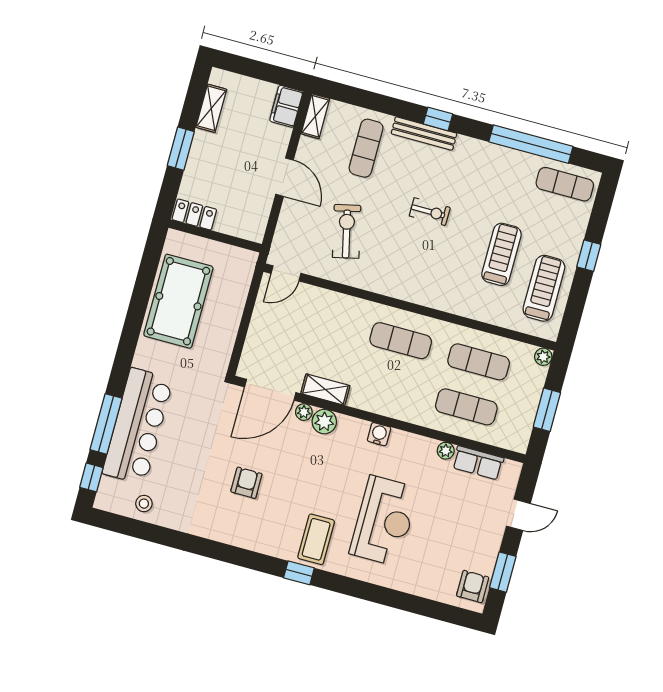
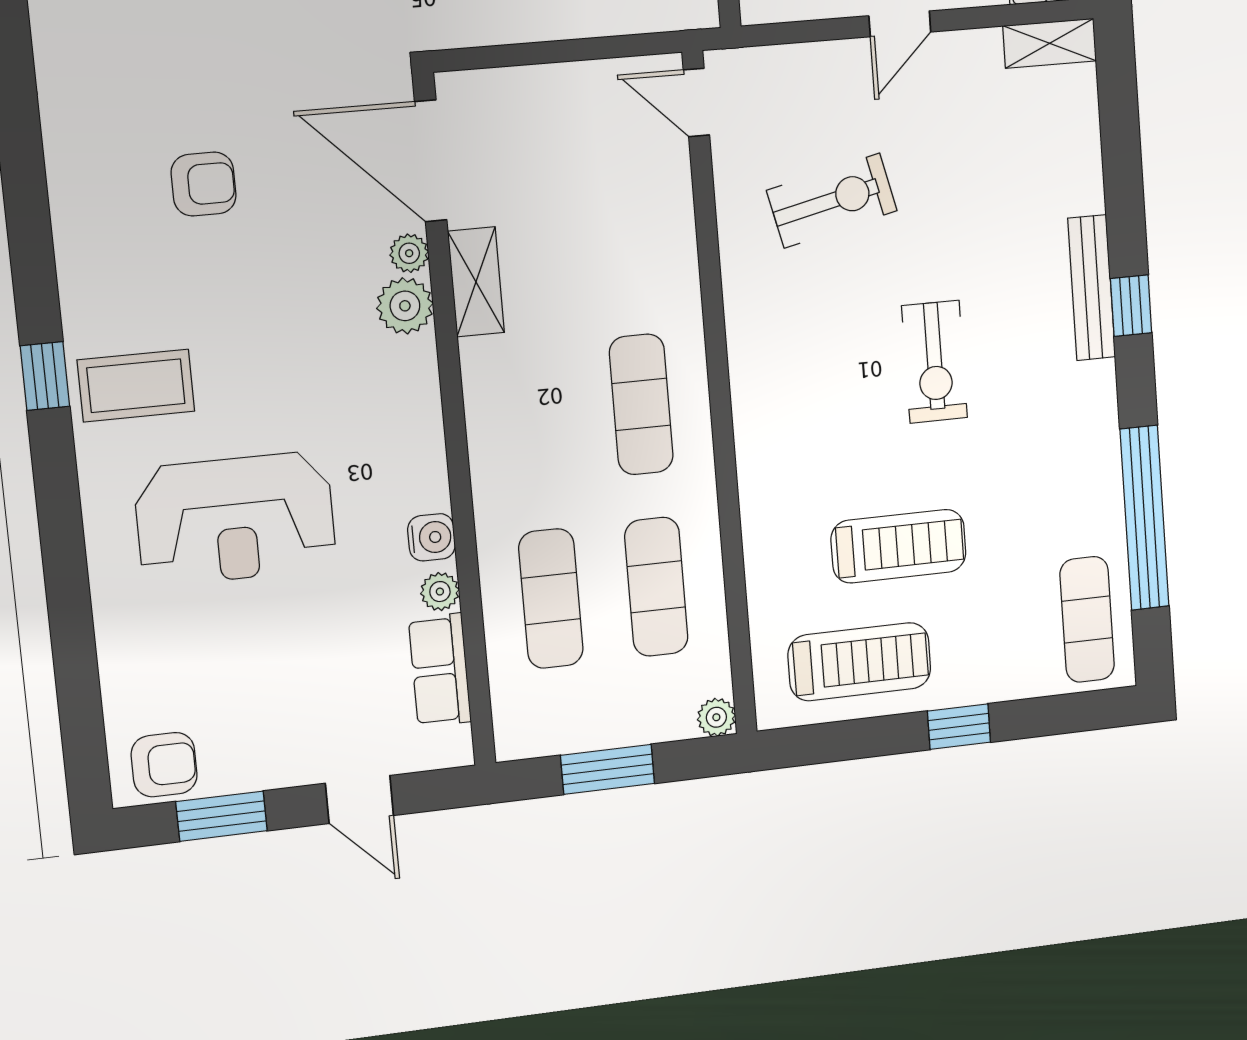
exercise mat: (366, 148) -> (1020, 177), removed
door: (285, 177) -> (900, 24), width x0.73
exercise bike: (430, 212) -> (935, 362), width x1.38, depth x1.39
water cooler: (379, 434) -> (431, 537), moved

